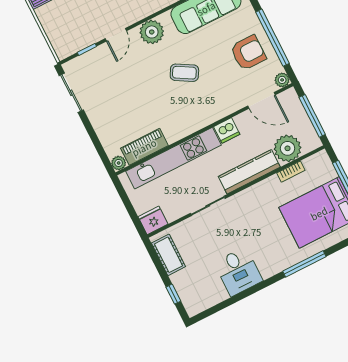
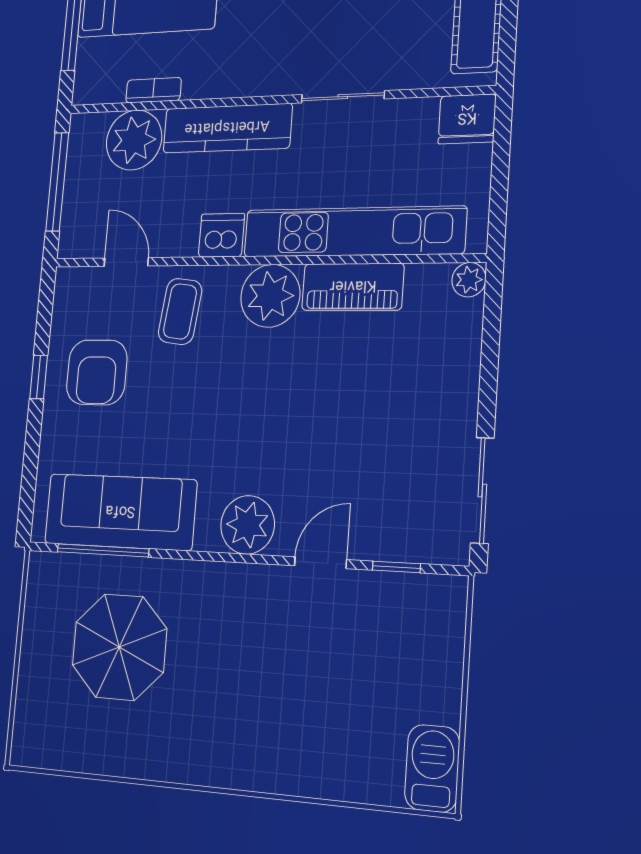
window: (273, 38) -> (39, 377), width x0.32
armchair: (248, 53) -> (97, 372), turned -90
coffee table: (184, 73) -> (180, 311), moved, turned 67
plant: (282, 80) -> (270, 296), moved, width x1.87, depth x1.87
door: (261, 100) -> (126, 262), width x0.73
piano: (144, 147) -> (353, 287), moved

